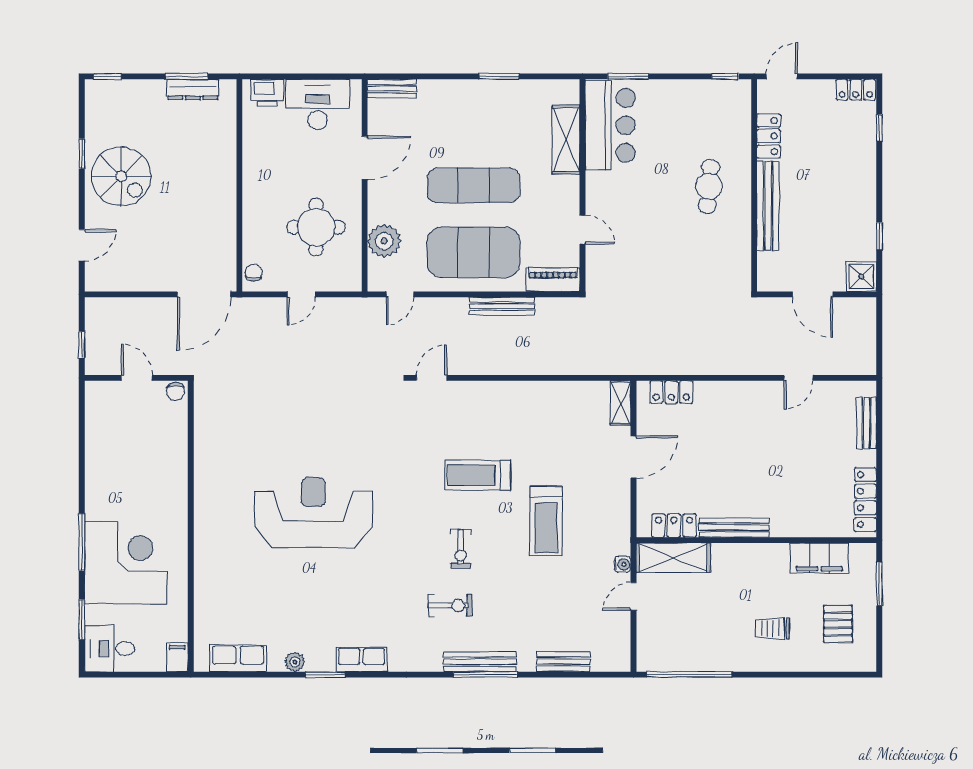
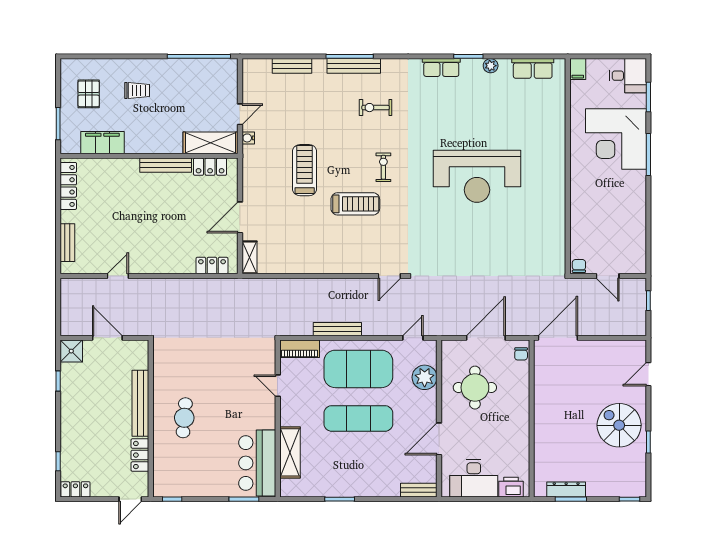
door: (301, 294) -> (486, 338), width x1.88
exercise bike: (461, 548) -> (383, 167), moved

